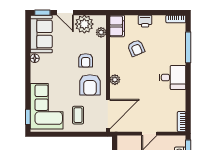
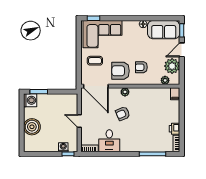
printer: (145, 21) -> (175, 129), moved
filing cabinet: (117, 26) -> (175, 94), width x0.50
armchair: (136, 48) -> (123, 114), moved
desk: (173, 77) -> (109, 141), moved

